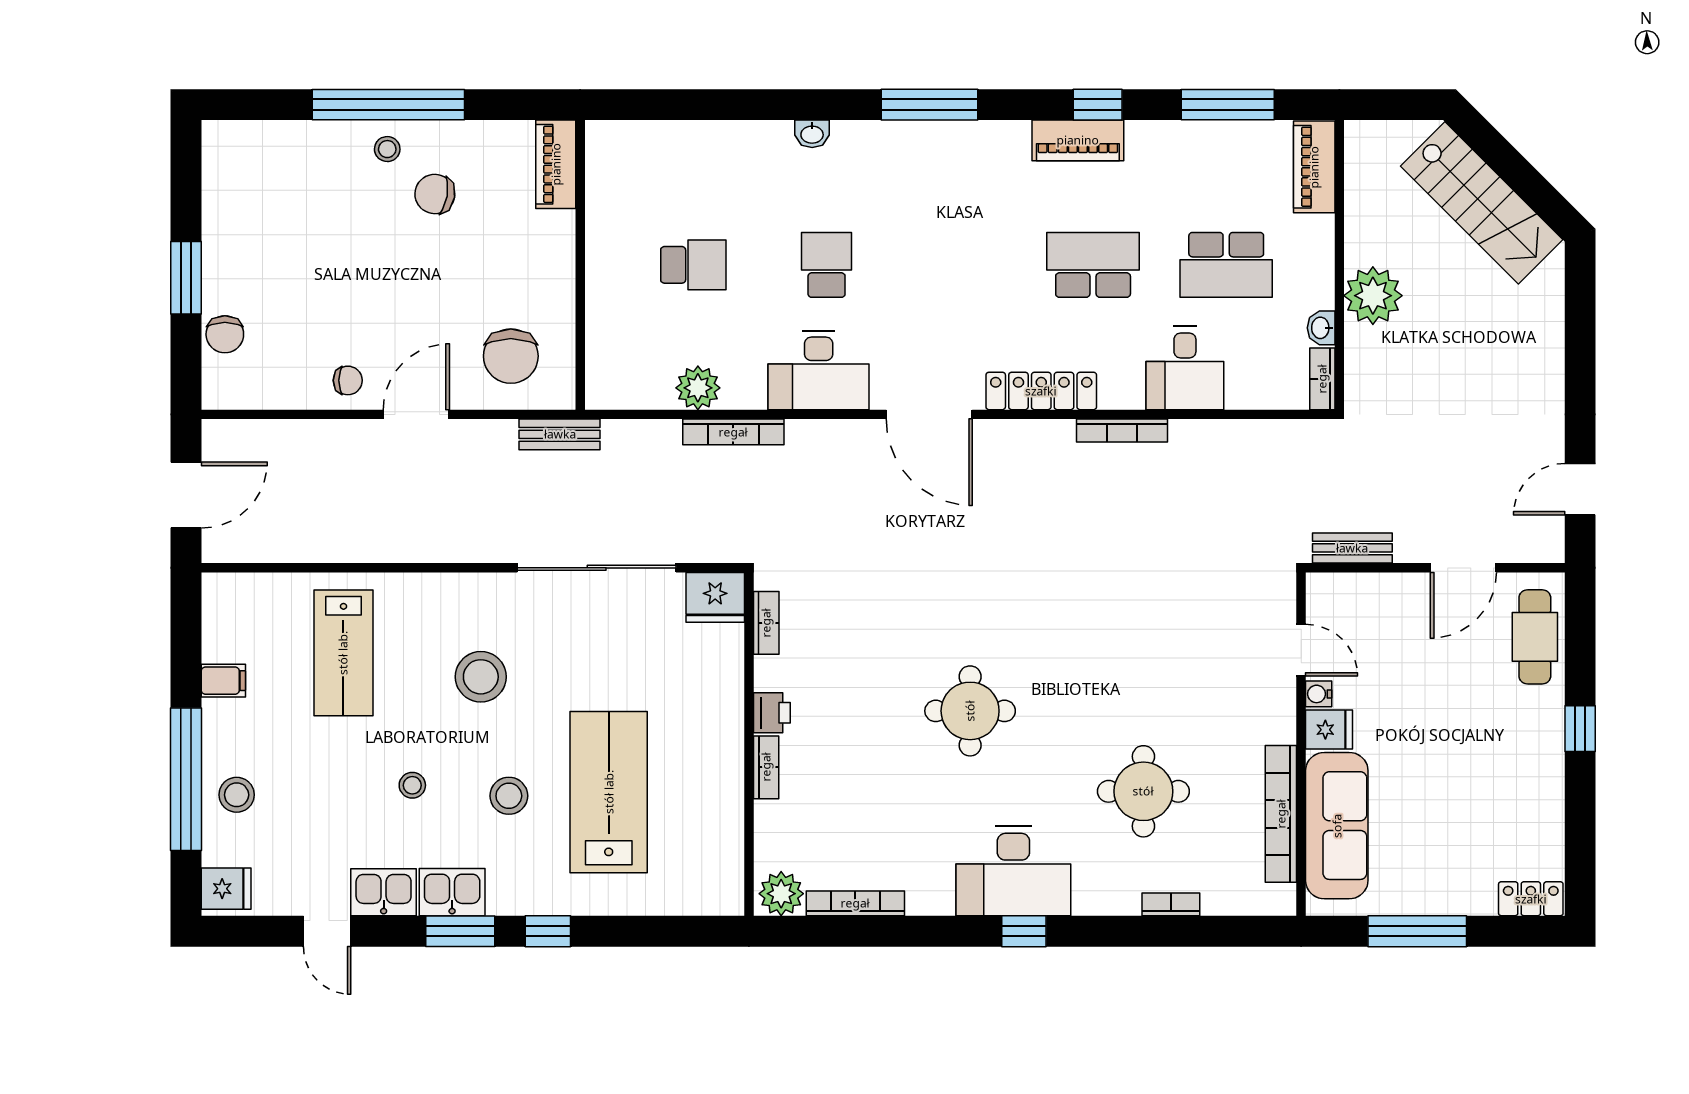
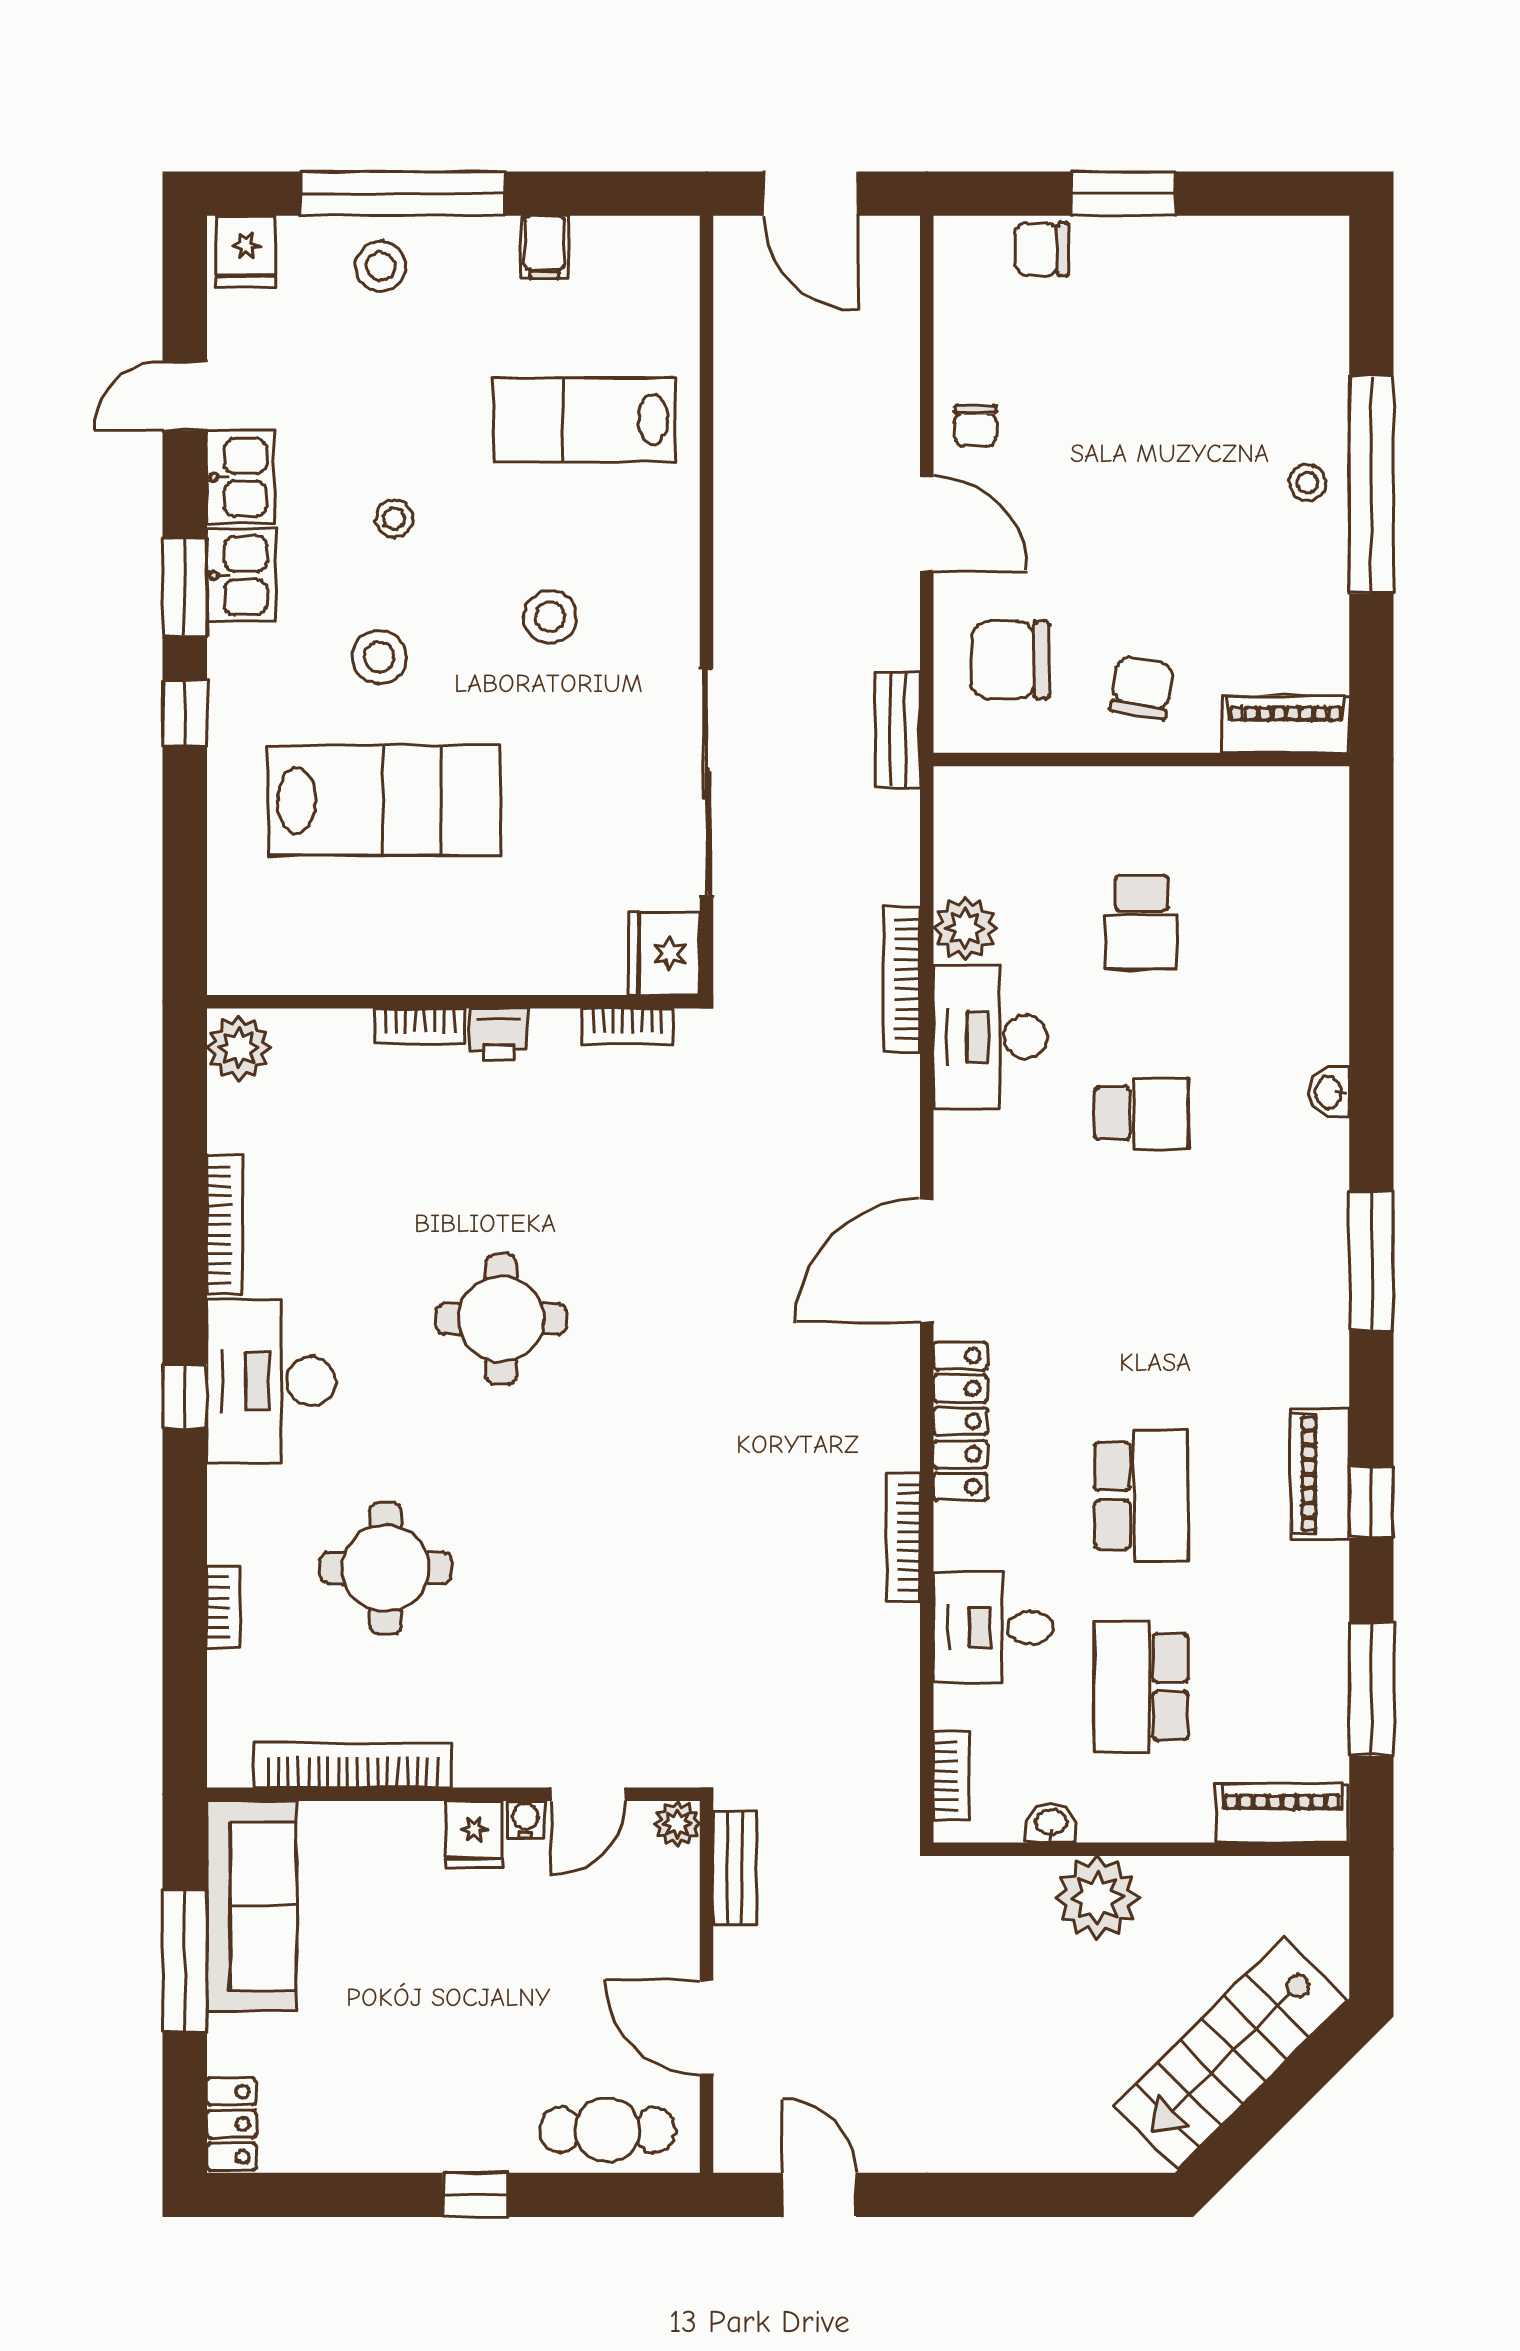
chair: (435, 194) -> (1142, 688), moved
desk: (819, 370) -> (990, 1037), moved
bookcase: (1322, 379) -> (951, 1776), moved, turned 90
plant: (1321, 588) -> (677, 1824), added
stool: (481, 677) -> (550, 617), width x0.73, depth x0.73
sofa: (1337, 826) -> (252, 1906), moved, turned -90
bookcase: (855, 903) -> (225, 1225), moved

